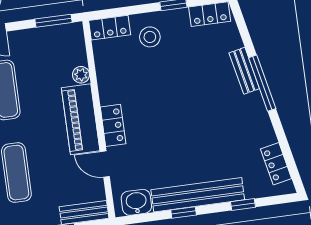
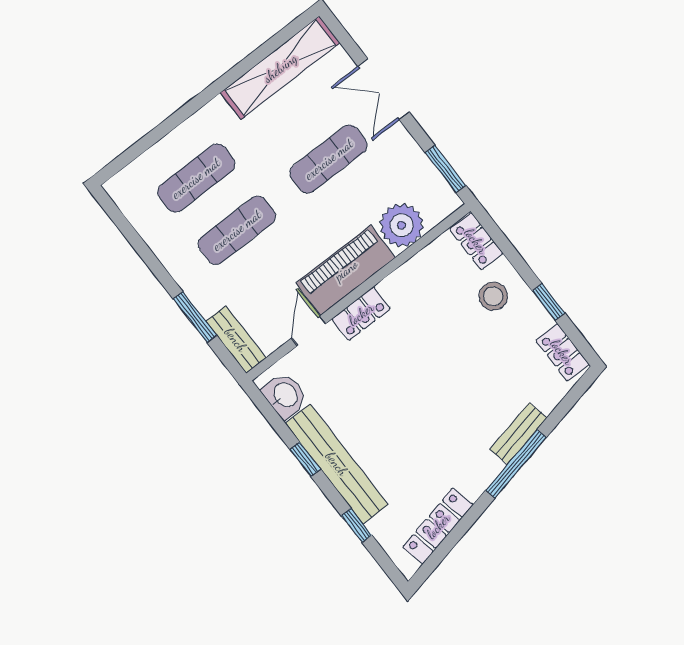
plant: (81, 75) -> (402, 225), width x1.88, depth x1.88
locker: (276, 164) -> (438, 526), width x1.53

